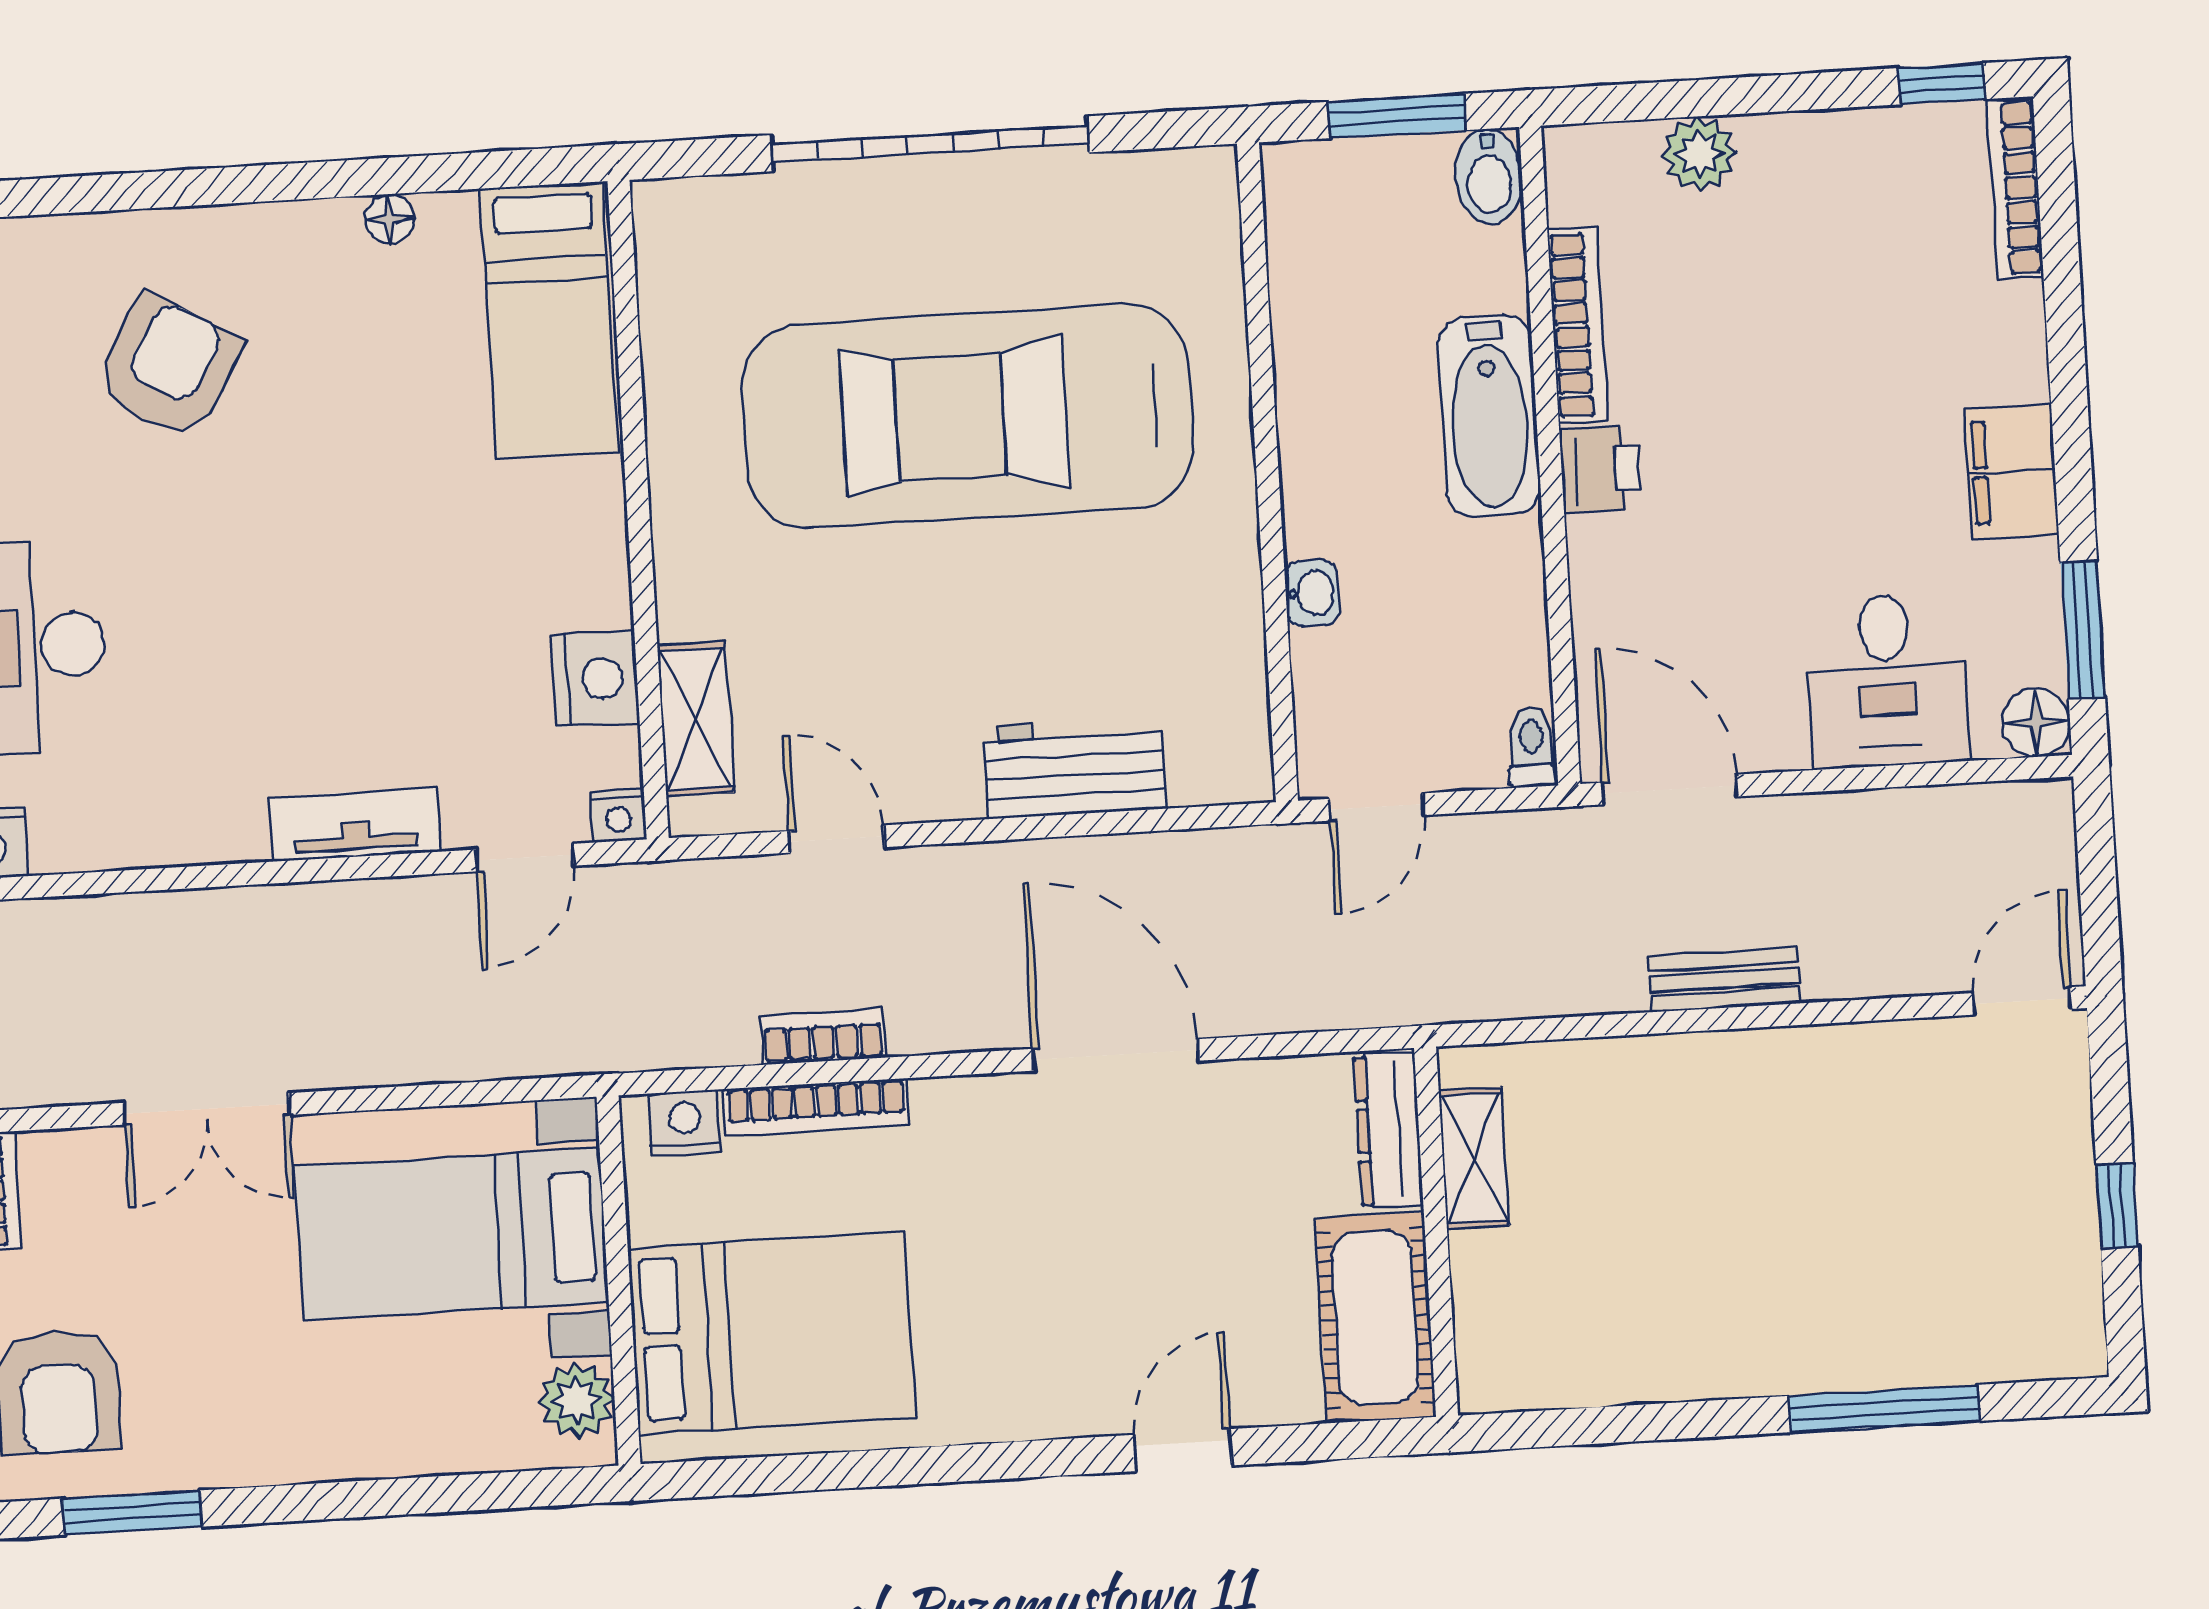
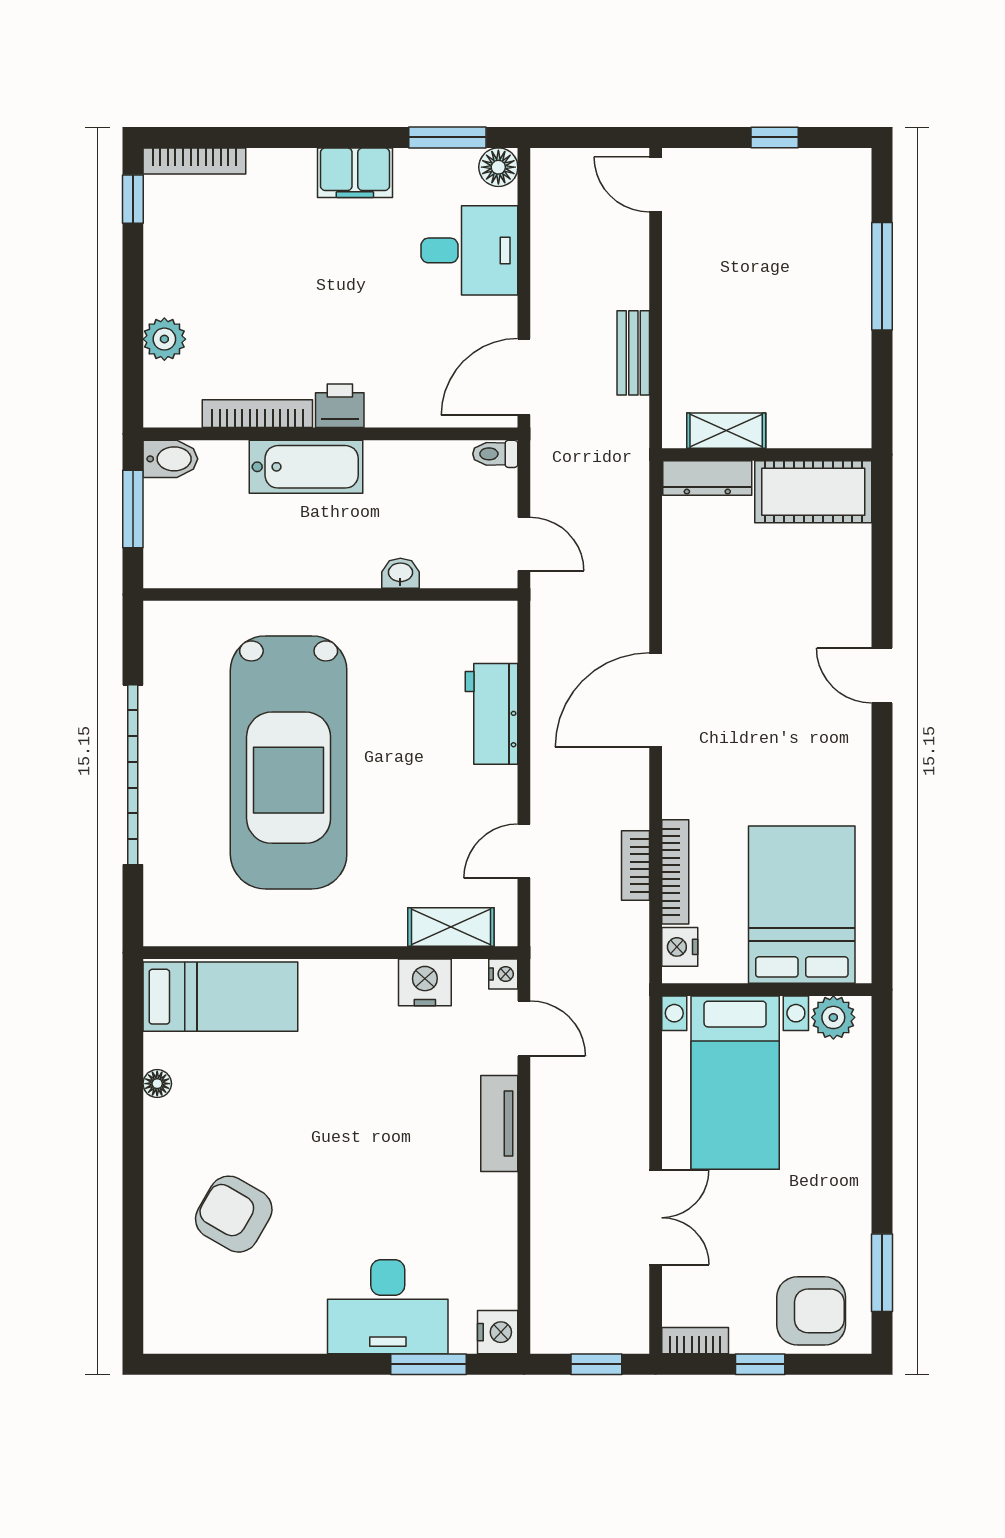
dresser: (1388, 1130) -> (707, 478), moved
shelving: (1474, 1158) -> (726, 431), moved
wall: (1436, 1232) -> (767, 454), moved
cot: (1375, 1318) -> (813, 492), moved

